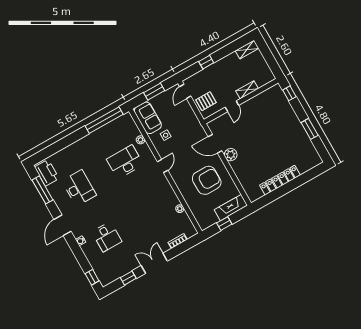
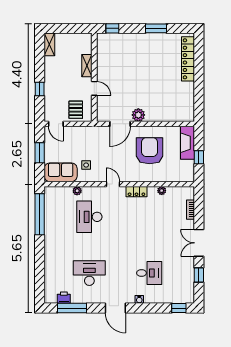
printer: (47, 173) -> (64, 298), width x0.53, depth x0.68
locker: (280, 180) -> (188, 59), moved
locker: (167, 189) -> (136, 192), added

